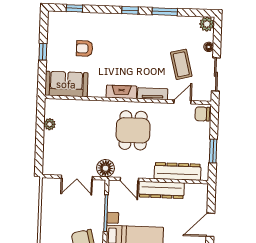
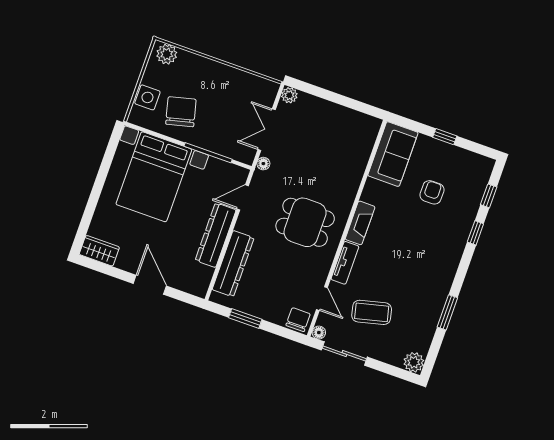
window: (130, 10) -> (475, 233), moved
floor lamp: (209, 47) -> (319, 333), moved
plant: (50, 124) -> (289, 95), moved
floor lamp: (105, 168) -> (263, 164), width x0.53, depth x0.53

